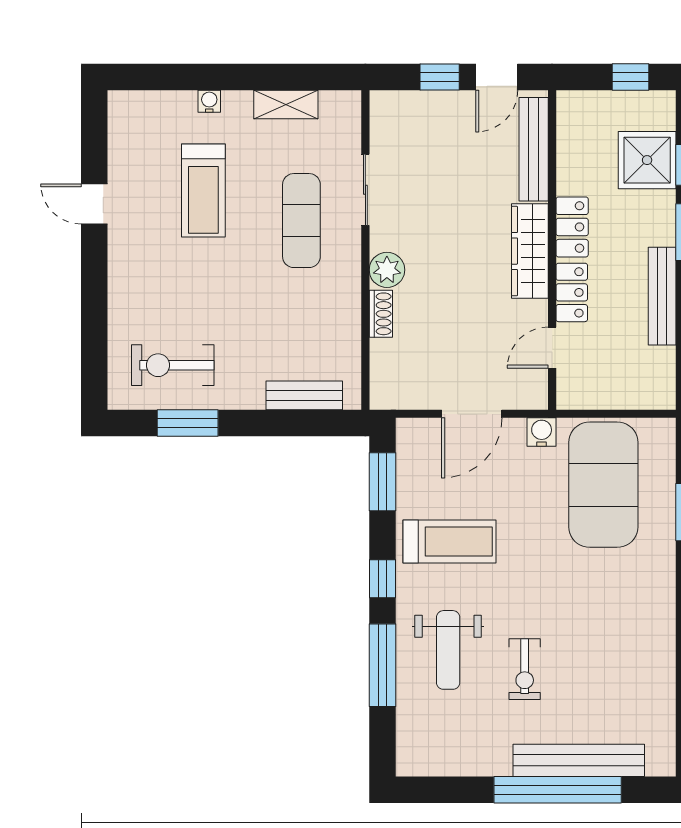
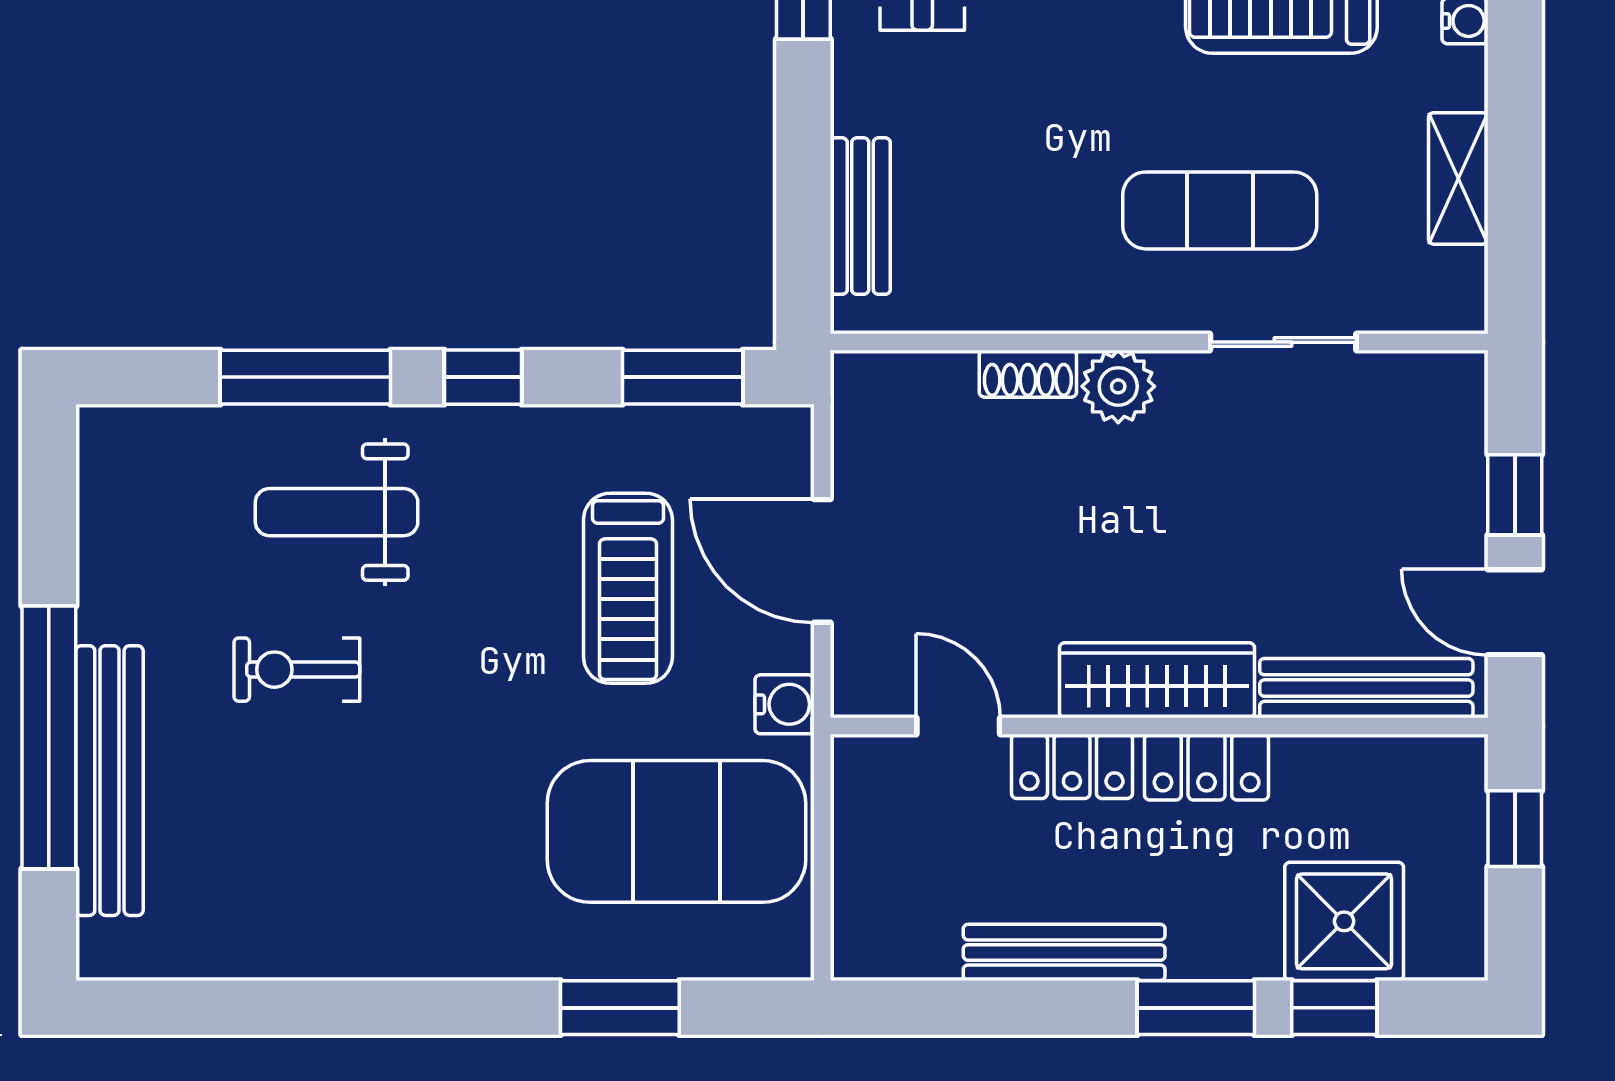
window: (630, 77) -> (1515, 829), moved
treadmill: (450, 542) -> (628, 588), moved

